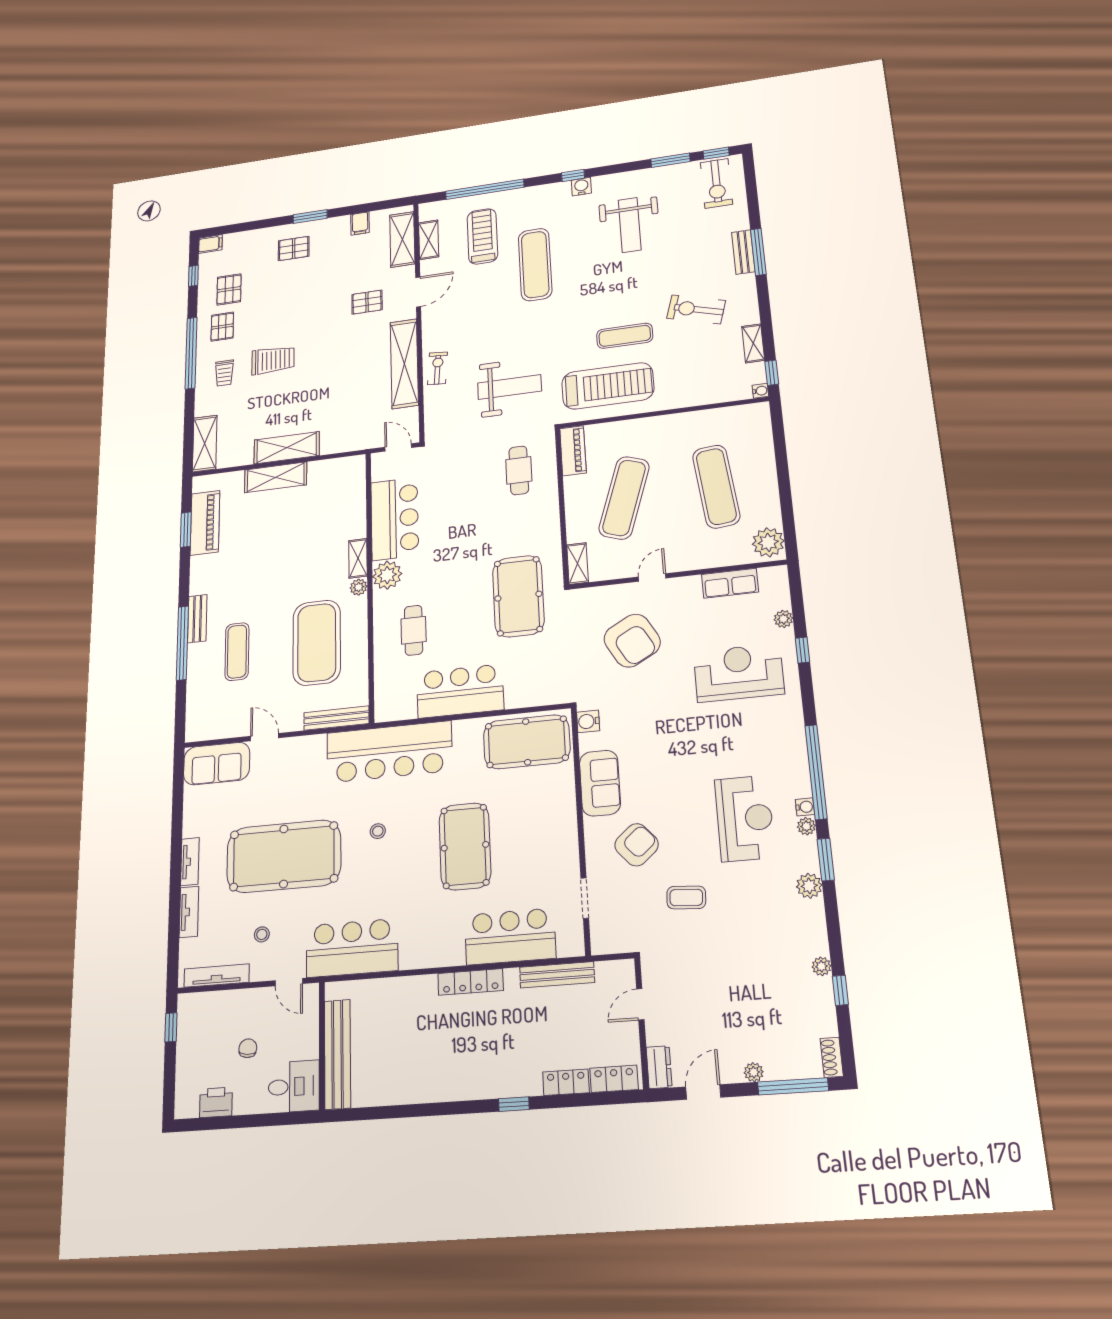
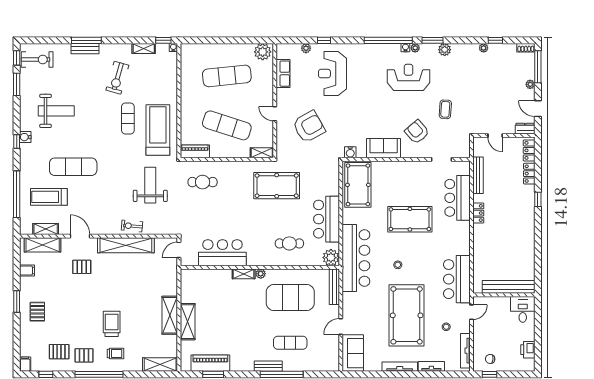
pallet: (367, 302) -> (82, 267), turned 90
plant: (387, 575) -> (331, 258), moved
tv unit: (190, 862) -> (400, 367), width x1.41
locker: (471, 982) -> (478, 213), width x0.66
chair: (248, 1048) -> (490, 359), moved

